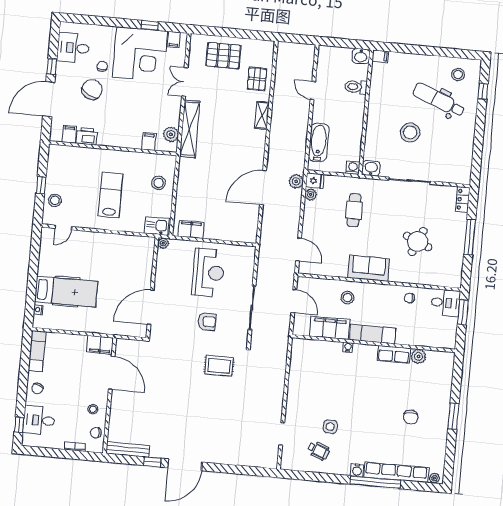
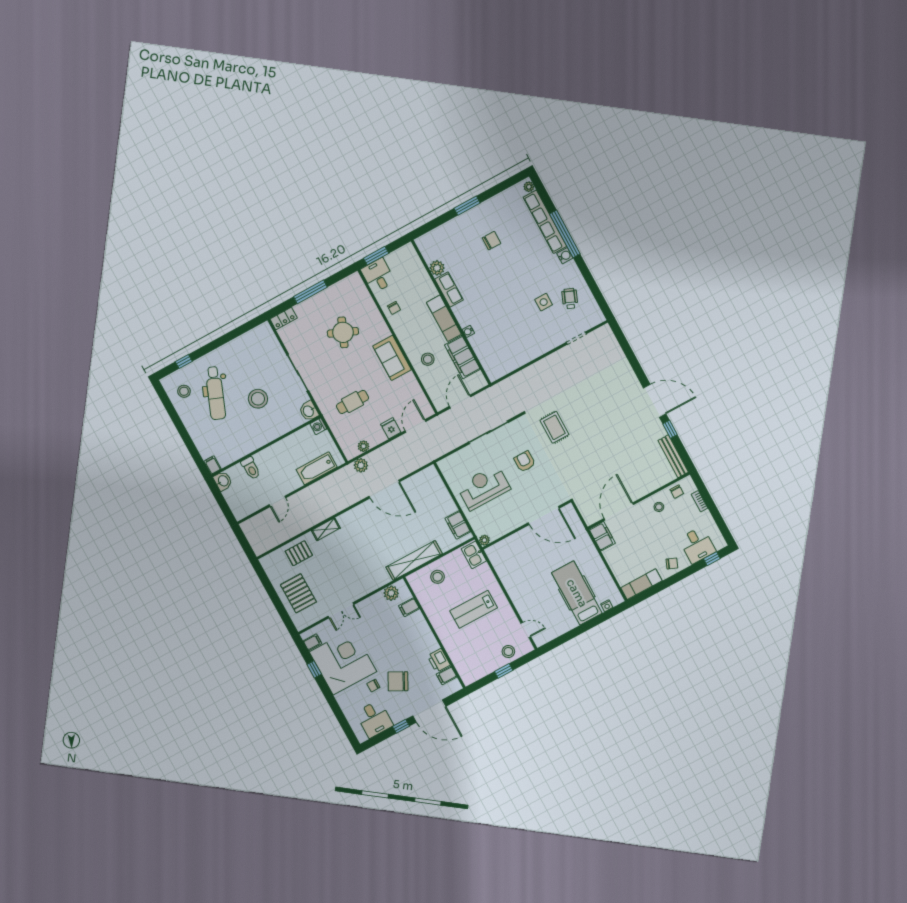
shelving: (190, 129) -> (414, 560), moved
fridge: (315, 181) -> (391, 428), moved

